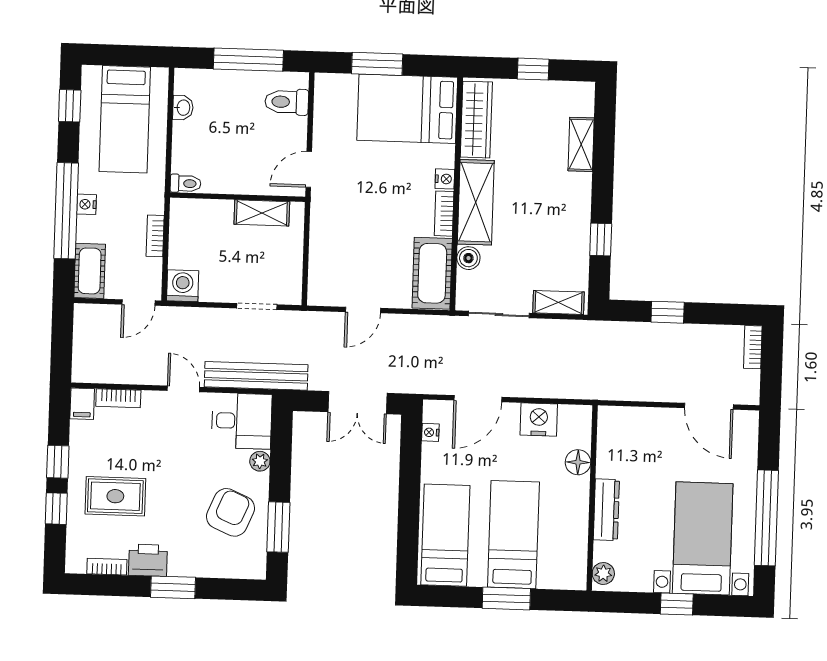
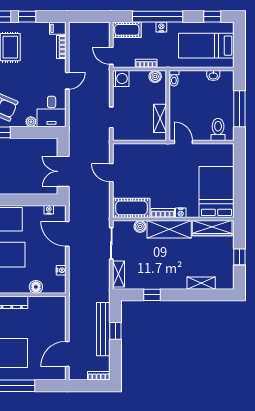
window: (377, 64) -> (239, 176), removed
boiler: (181, 219) -> (155, 76), added
bench: (256, 376) -> (103, 329), moved
nightstand: (539, 420) -> (61, 270), width x0.53, depth x0.56

